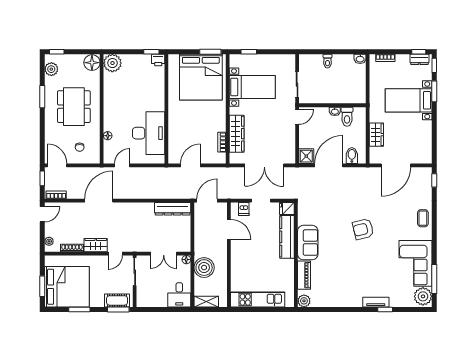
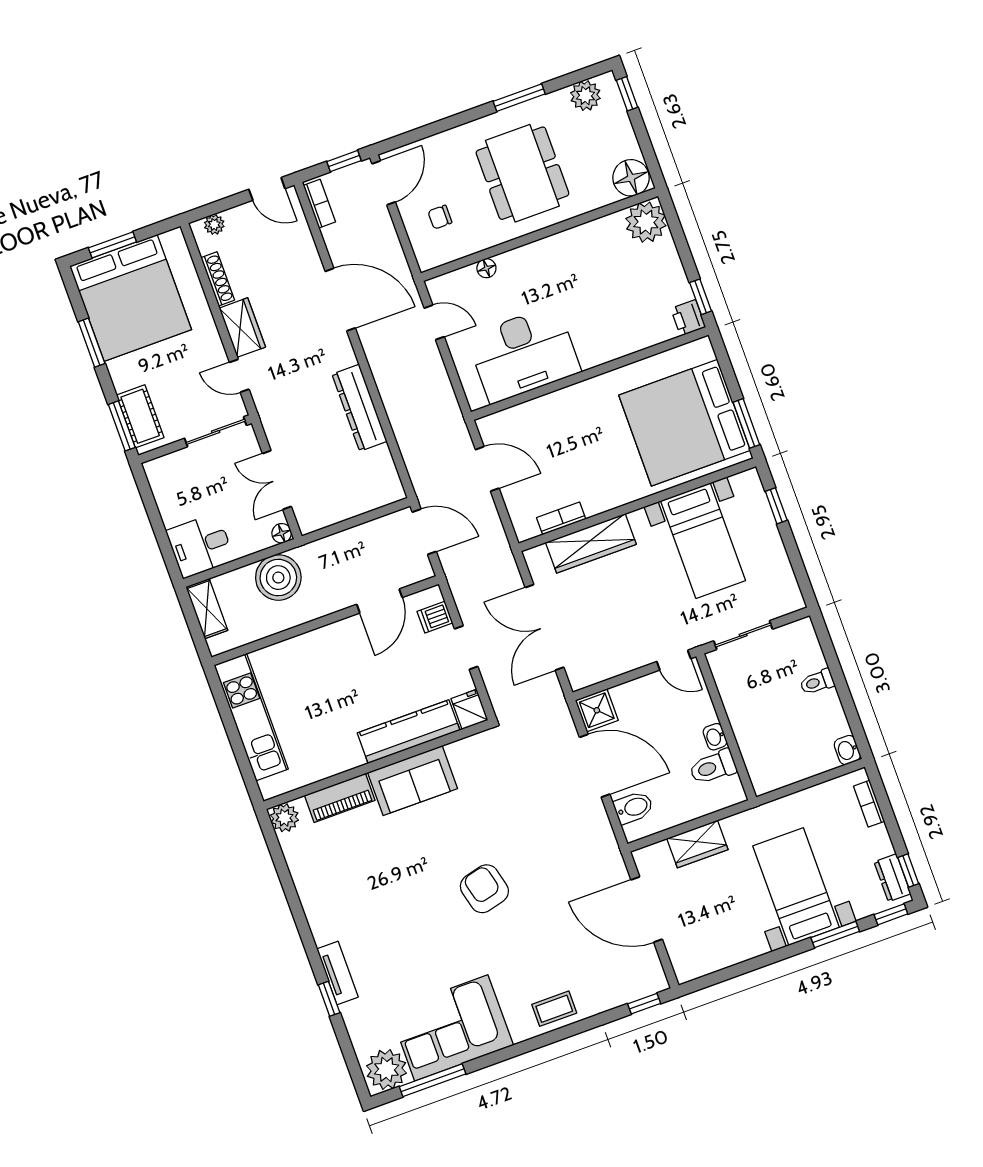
dining table: (74, 107) -> (522, 173), turned 90
dresser: (173, 209) -> (359, 408), moved

